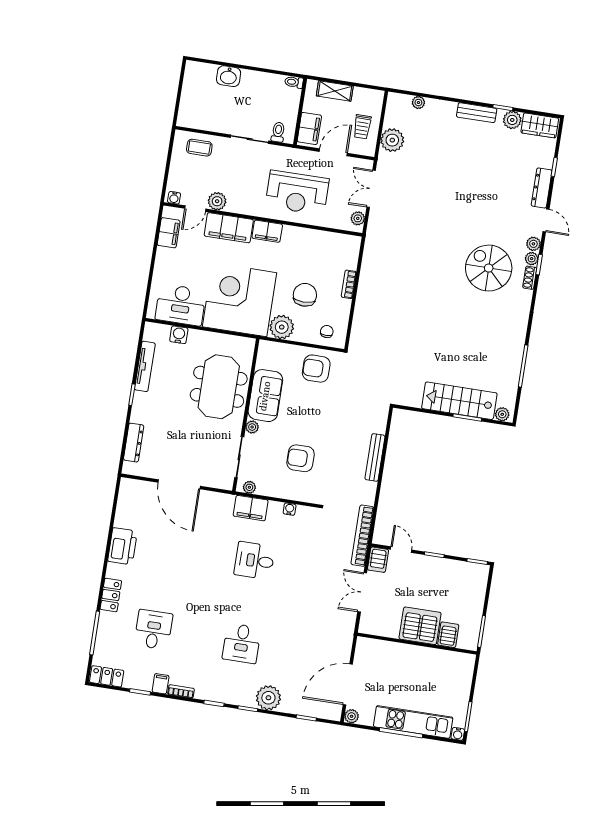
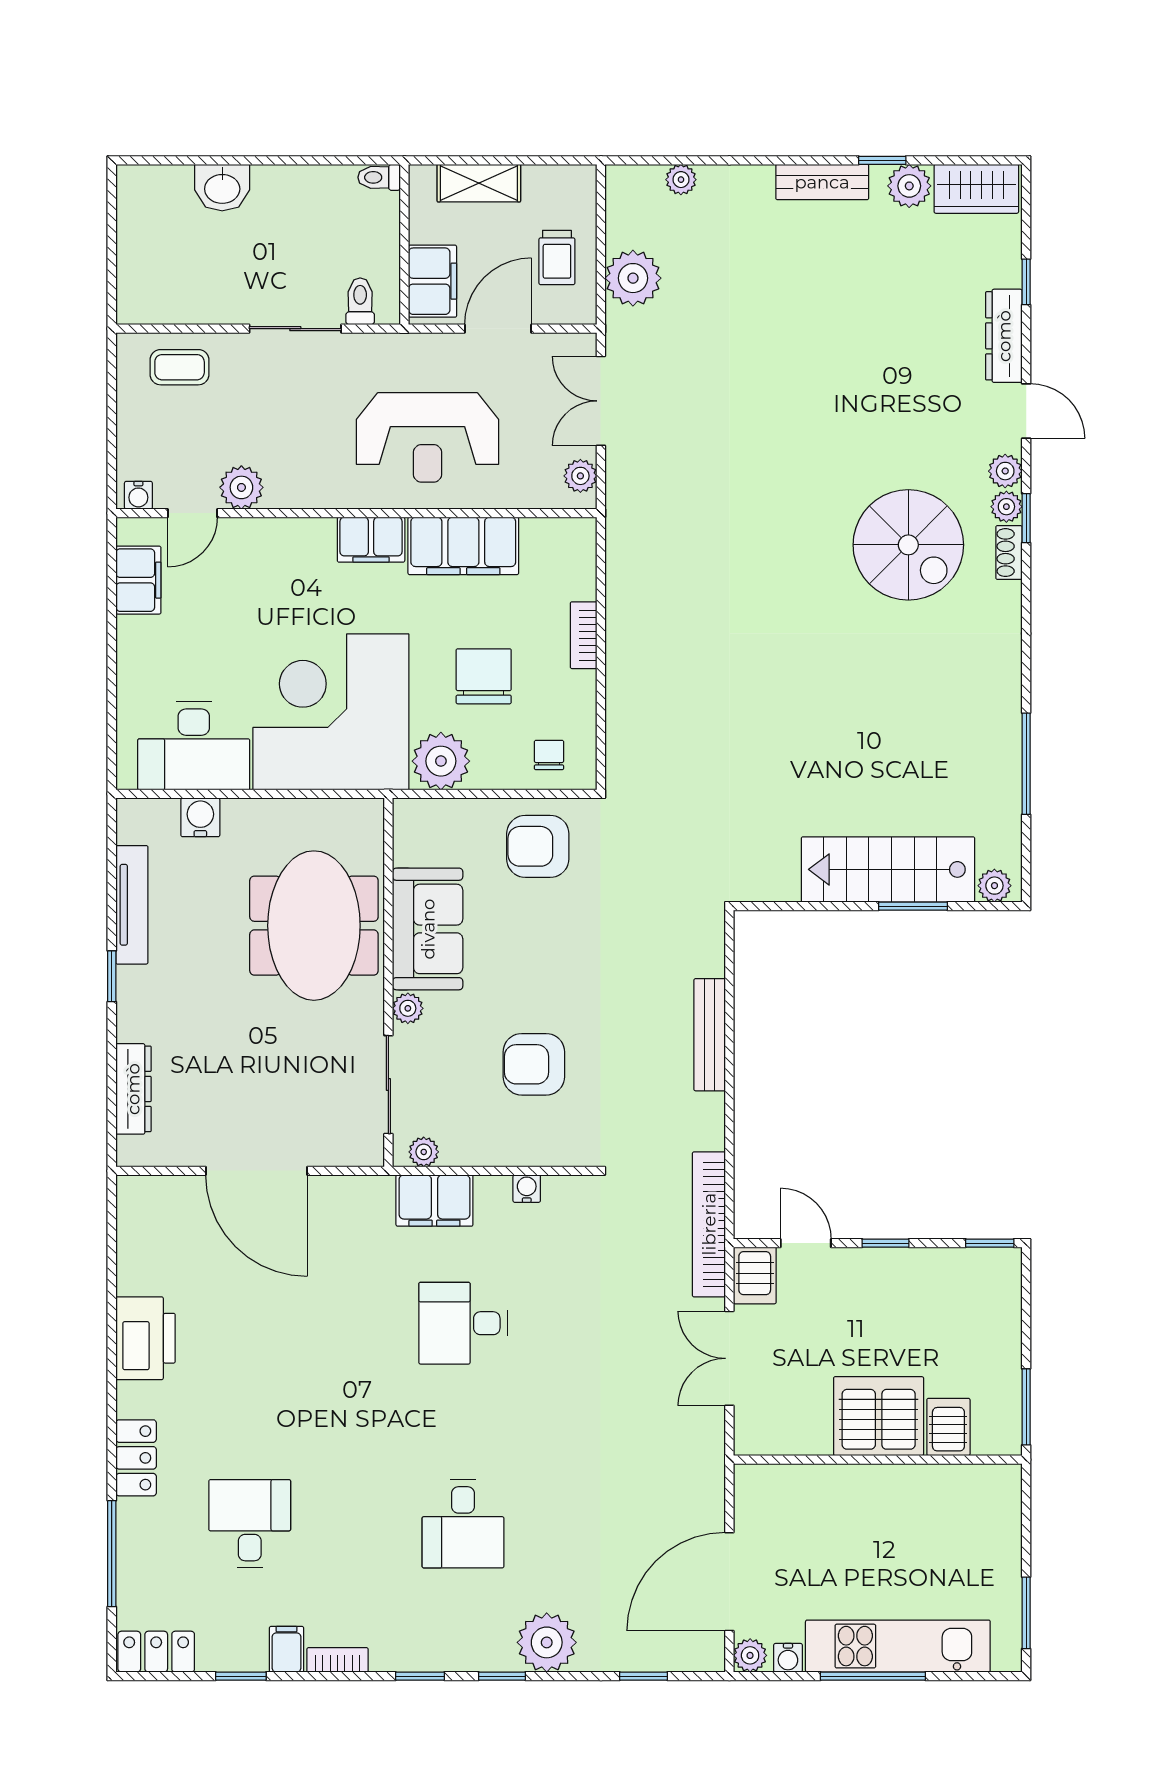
filing cabinet: (229, 228) -> (463, 546), moved
spiral stairs: (489, 268) -> (908, 545), turned 180
water cooler: (458, 734) -> (788, 1658), moved

